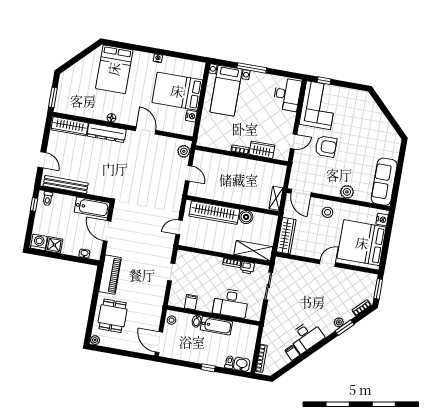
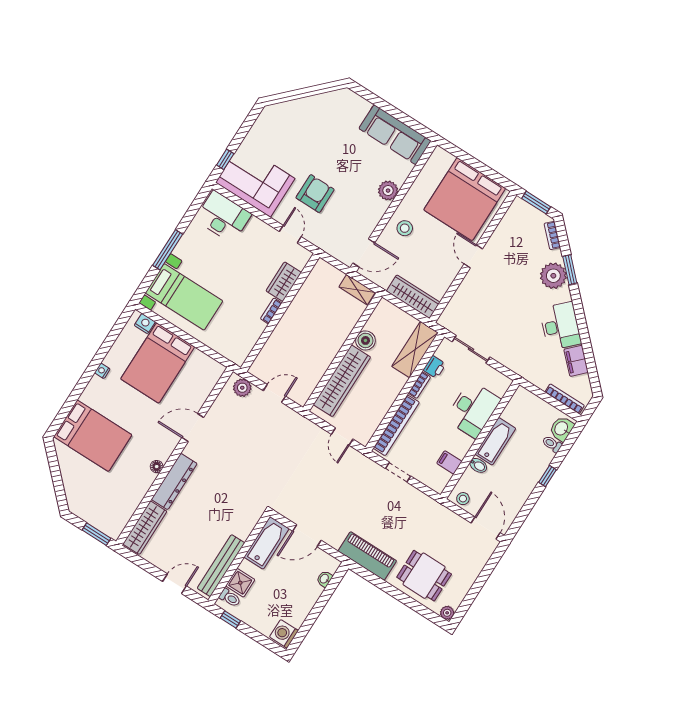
nightstand: (191, 116) -> (145, 324), moved
nightstand: (382, 219) -> (445, 159), removed
shower: (54, 245) -> (240, 583), moved
bookcase: (200, 259) -> (396, 425), added
plant: (339, 322) -> (553, 276), width x1.87, depth x1.87
door: (159, 342) -> (486, 528), swing flipped
filing cabinet: (292, 353) -> (576, 361), width x2.00

